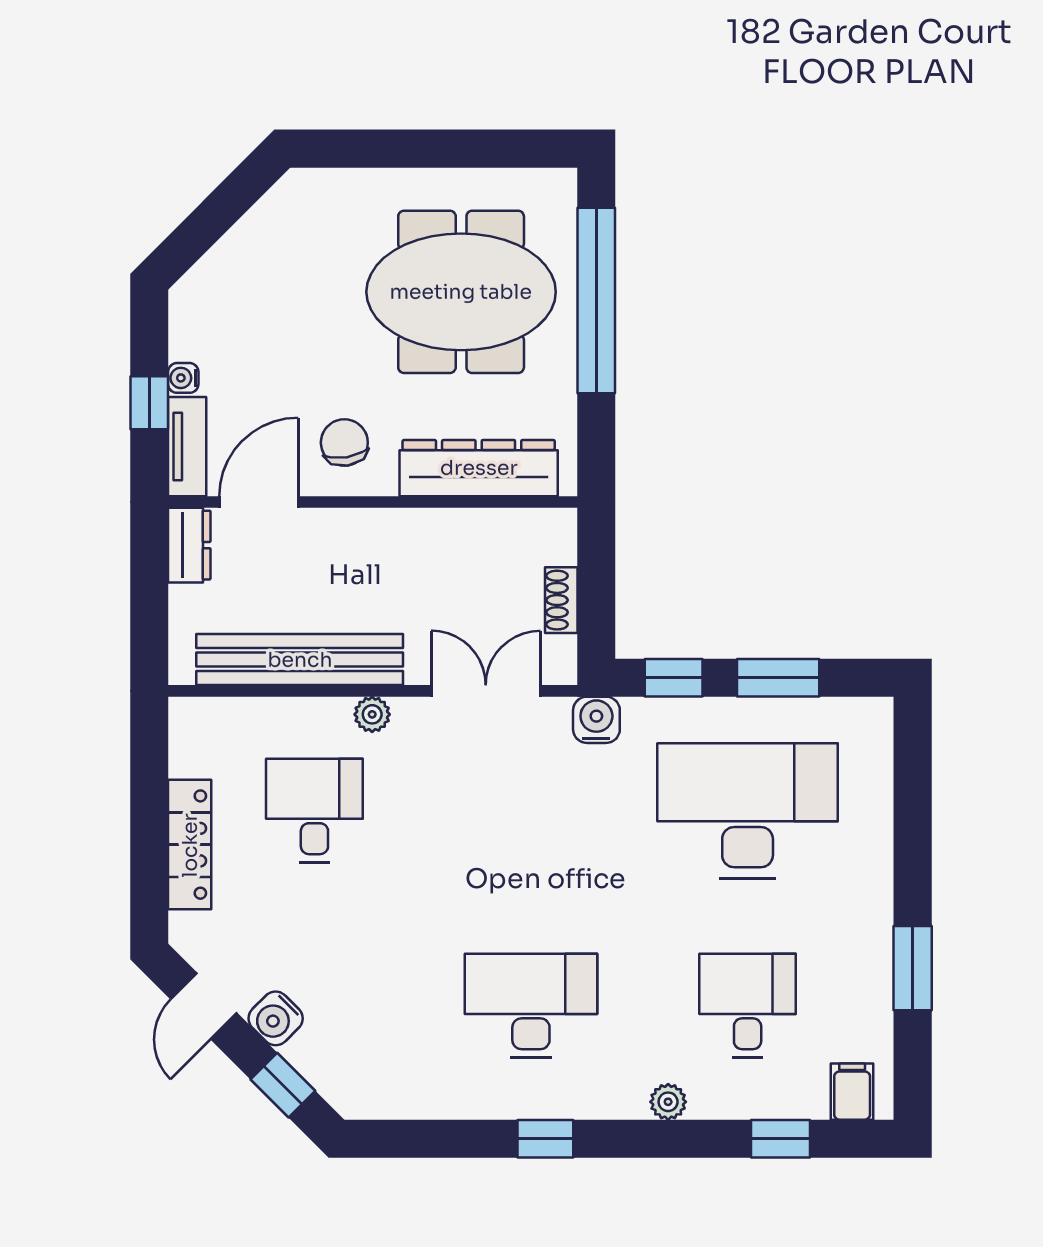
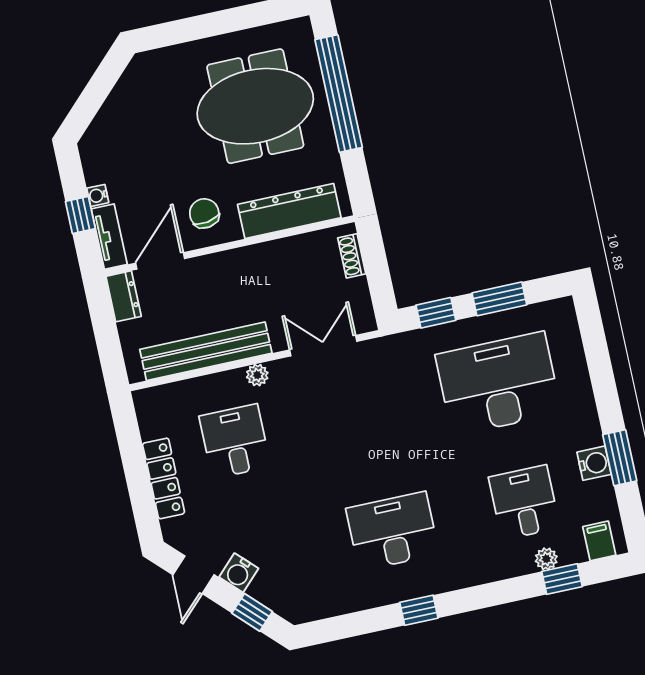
shoe rack: (561, 600) -> (352, 256), moved
water cooler: (596, 720) -> (594, 463), moved, turned 90
plant: (668, 1102) -> (546, 559), moved

